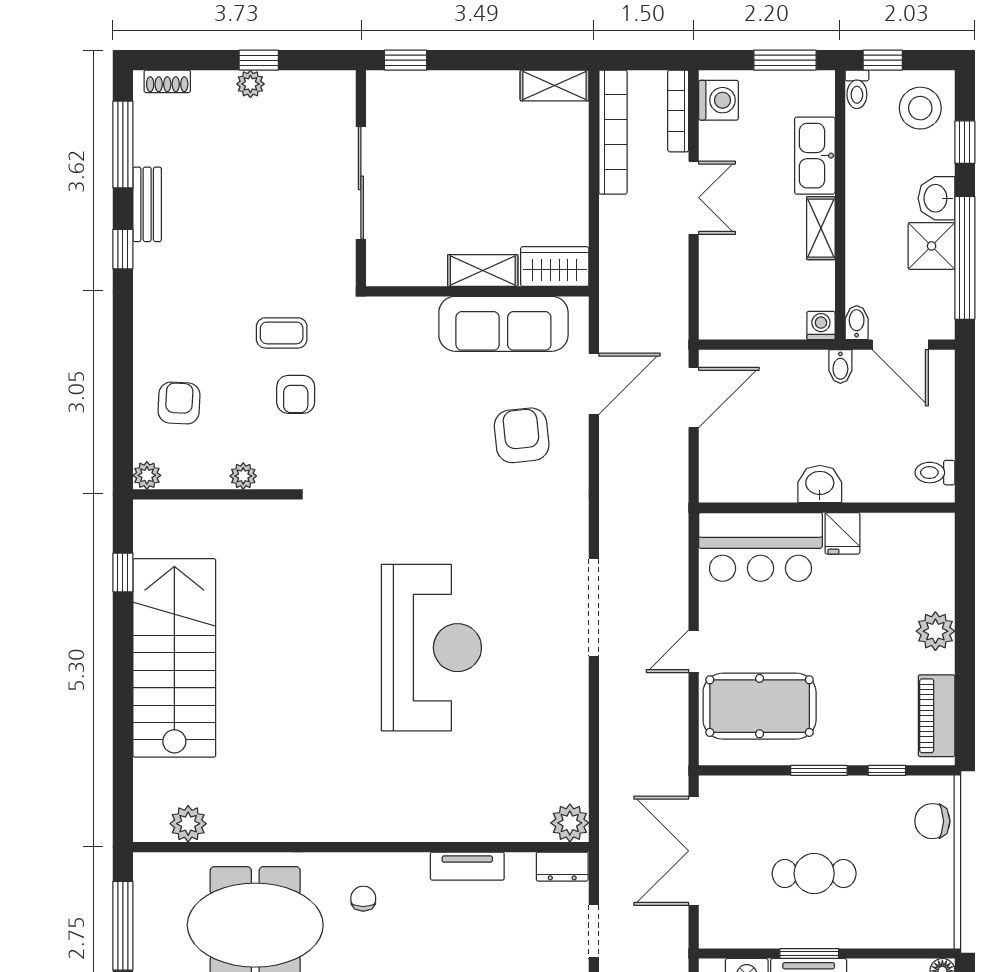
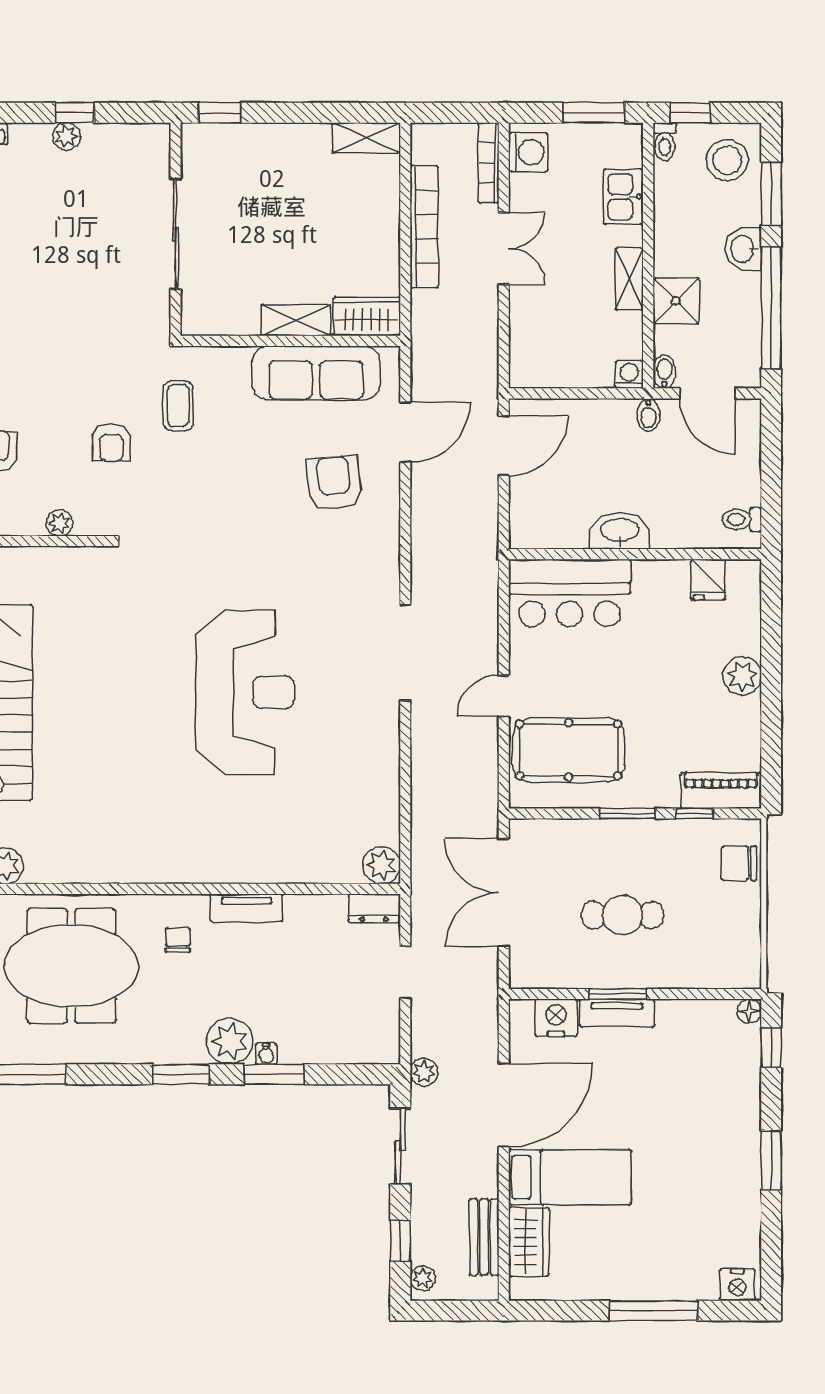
bookcase: (613, 132) -> (424, 227), moved
window: (965, 142) -> (771, 194), width x1.50
kitchen sink: (815, 156) -> (623, 197), width x0.73
shower: (932, 246) -> (676, 301), moved
coffee table: (282, 333) -> (178, 406), moved, turned 90
washbasin: (820, 484) -> (620, 531), width x1.38
fridge: (842, 533) -> (708, 580), moved
piano: (937, 716) -> (721, 790), moved, turned 90
tv unit: (467, 866) -> (246, 908), moved

